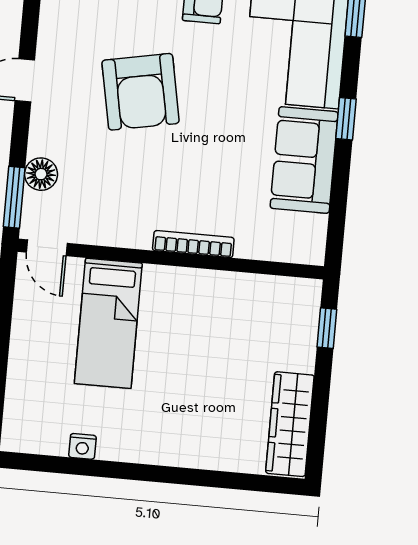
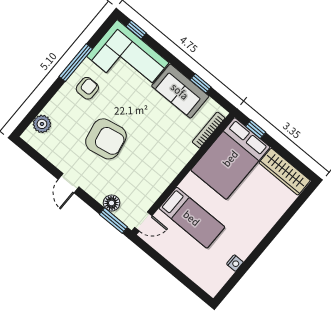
window: (346, 119) -> (201, 83), moved
bookcase: (193, 244) -> (209, 130), moved
bed: (250, 320) -> (230, 158), added

